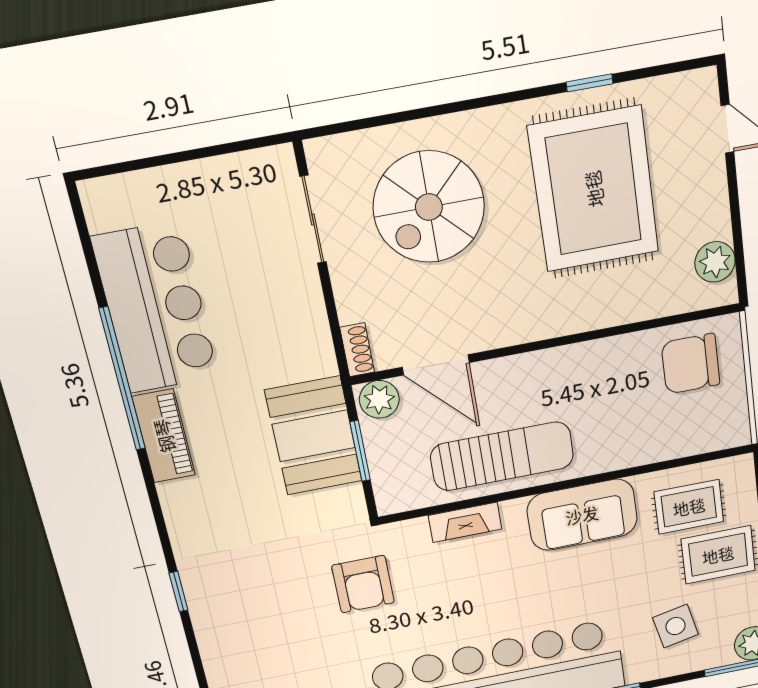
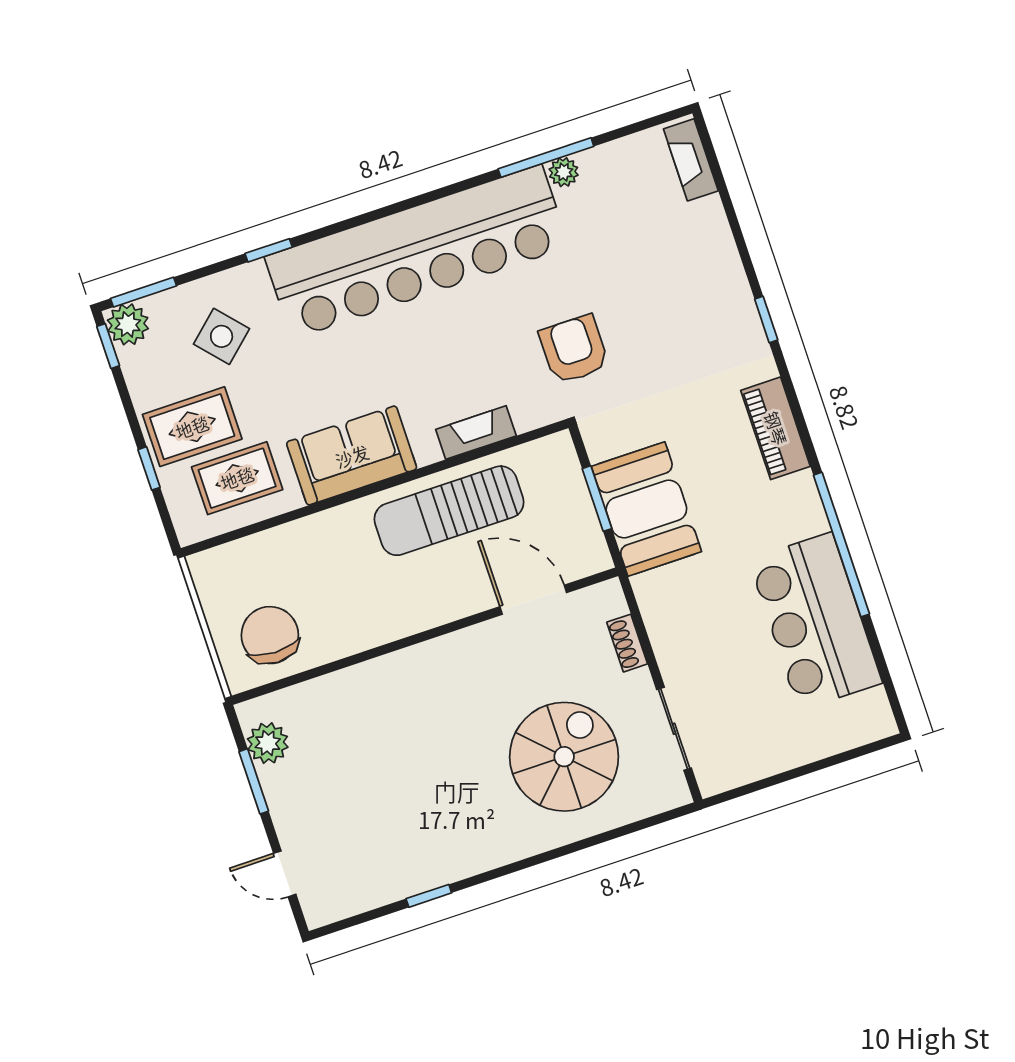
rug: (594, 189) -> (405, 797), removed
window: (736, 226) -> (254, 781), added
shoe rack: (357, 350) -> (627, 643), moved
chair: (691, 364) -> (270, 635), turned -89
plant: (379, 399) -> (585, 556), removed
piano: (164, 436) -> (776, 428), moved
side table: (676, 626) -> (222, 336), turned -30

